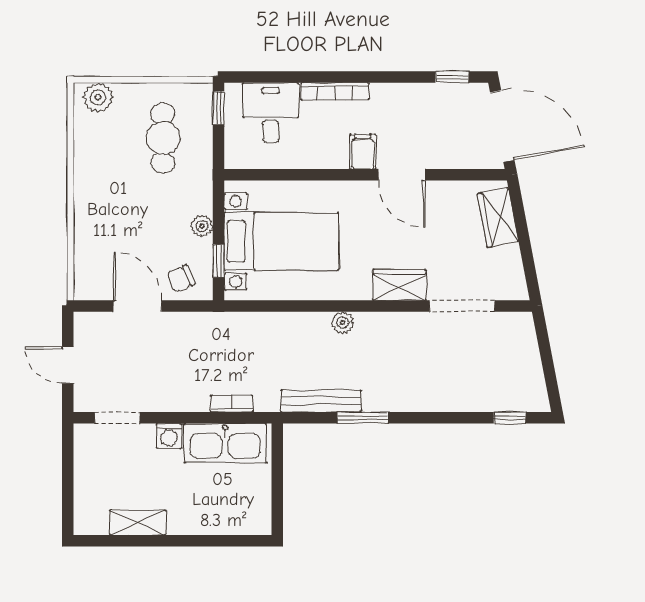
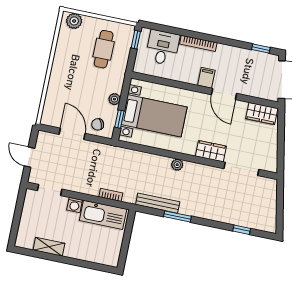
wardrobe: (498, 218) -> (262, 114), moved, turned -79
window: (510, 418) -> (242, 230), moved

